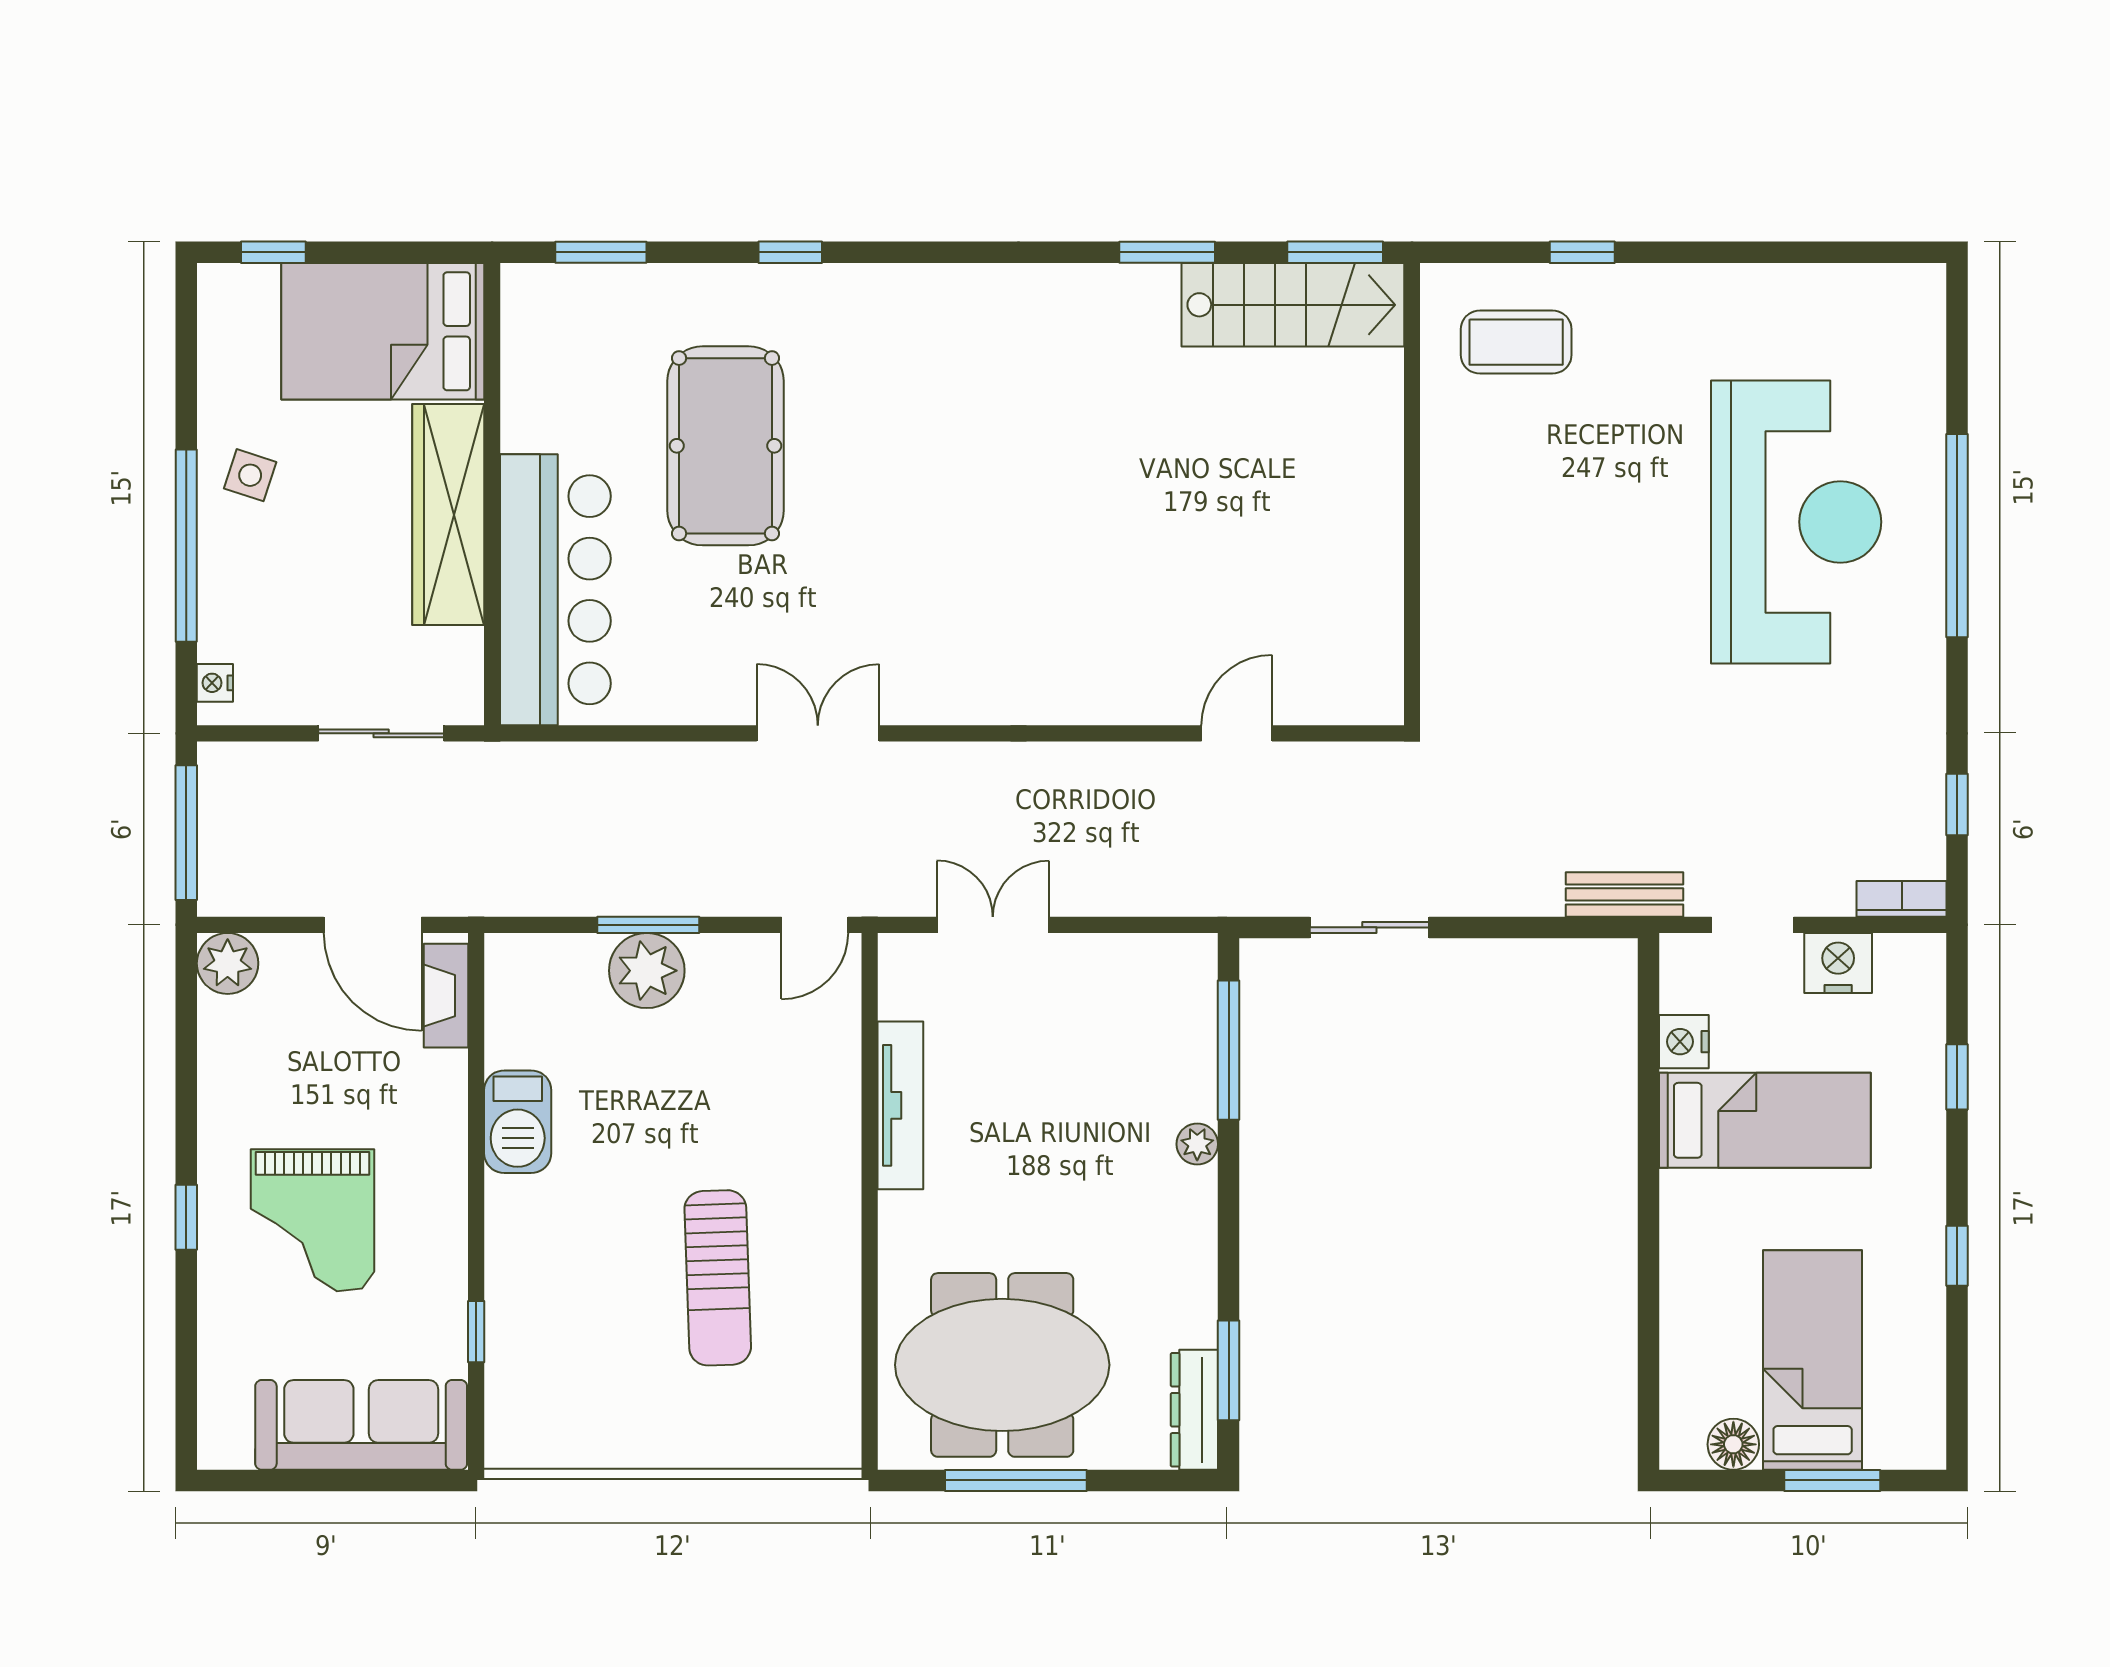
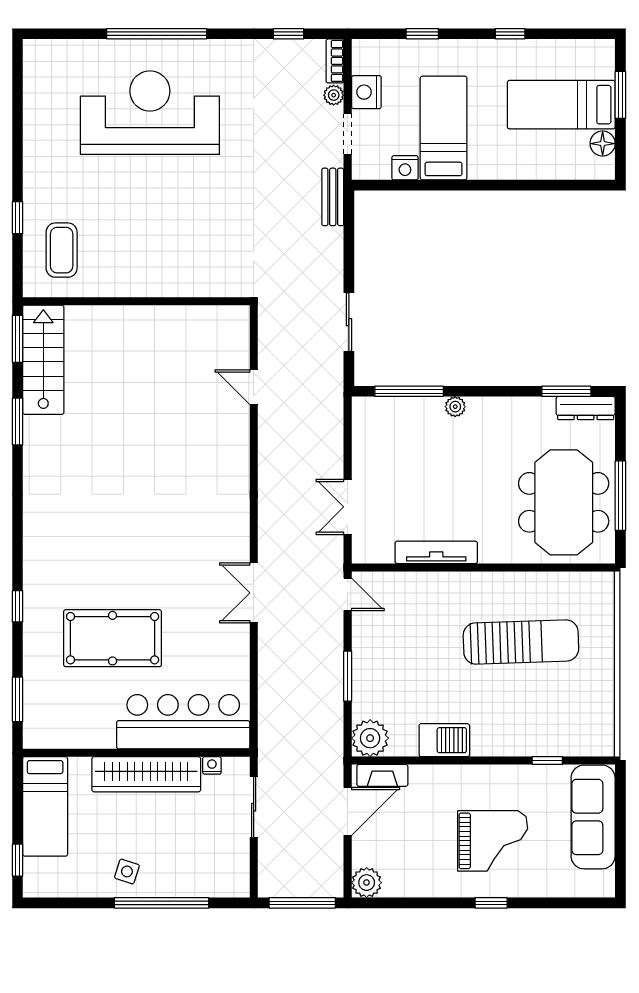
bed: (383, 331) -> (45, 806), width x0.67
nightstand: (215, 683) -> (212, 765), moved, turned 180
plant: (1832, 896) -> (334, 95), added
plant: (647, 971) -> (370, 738), moved
sun lounger: (718, 1278) -> (521, 642), width x1.36, depth x1.34

